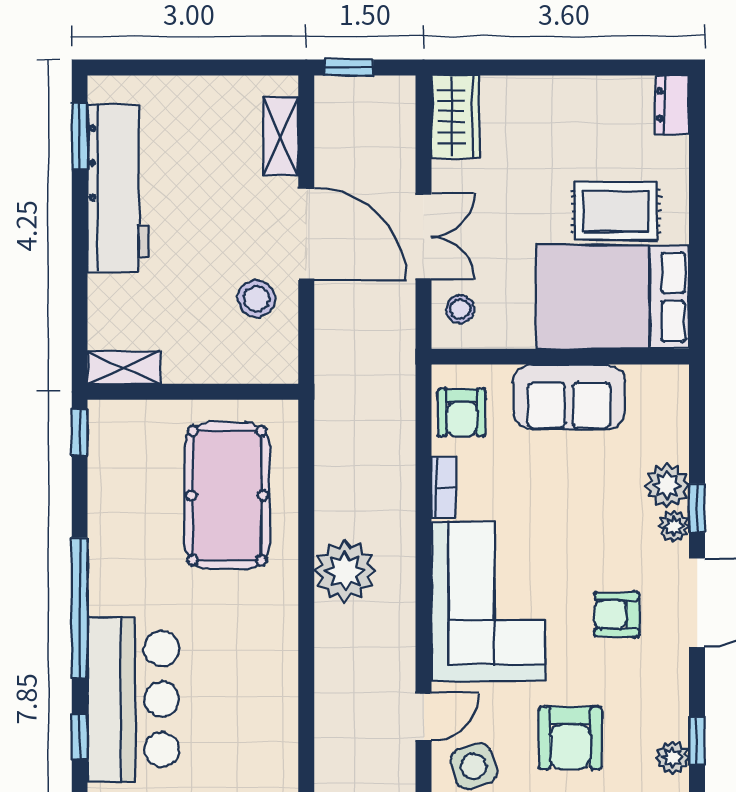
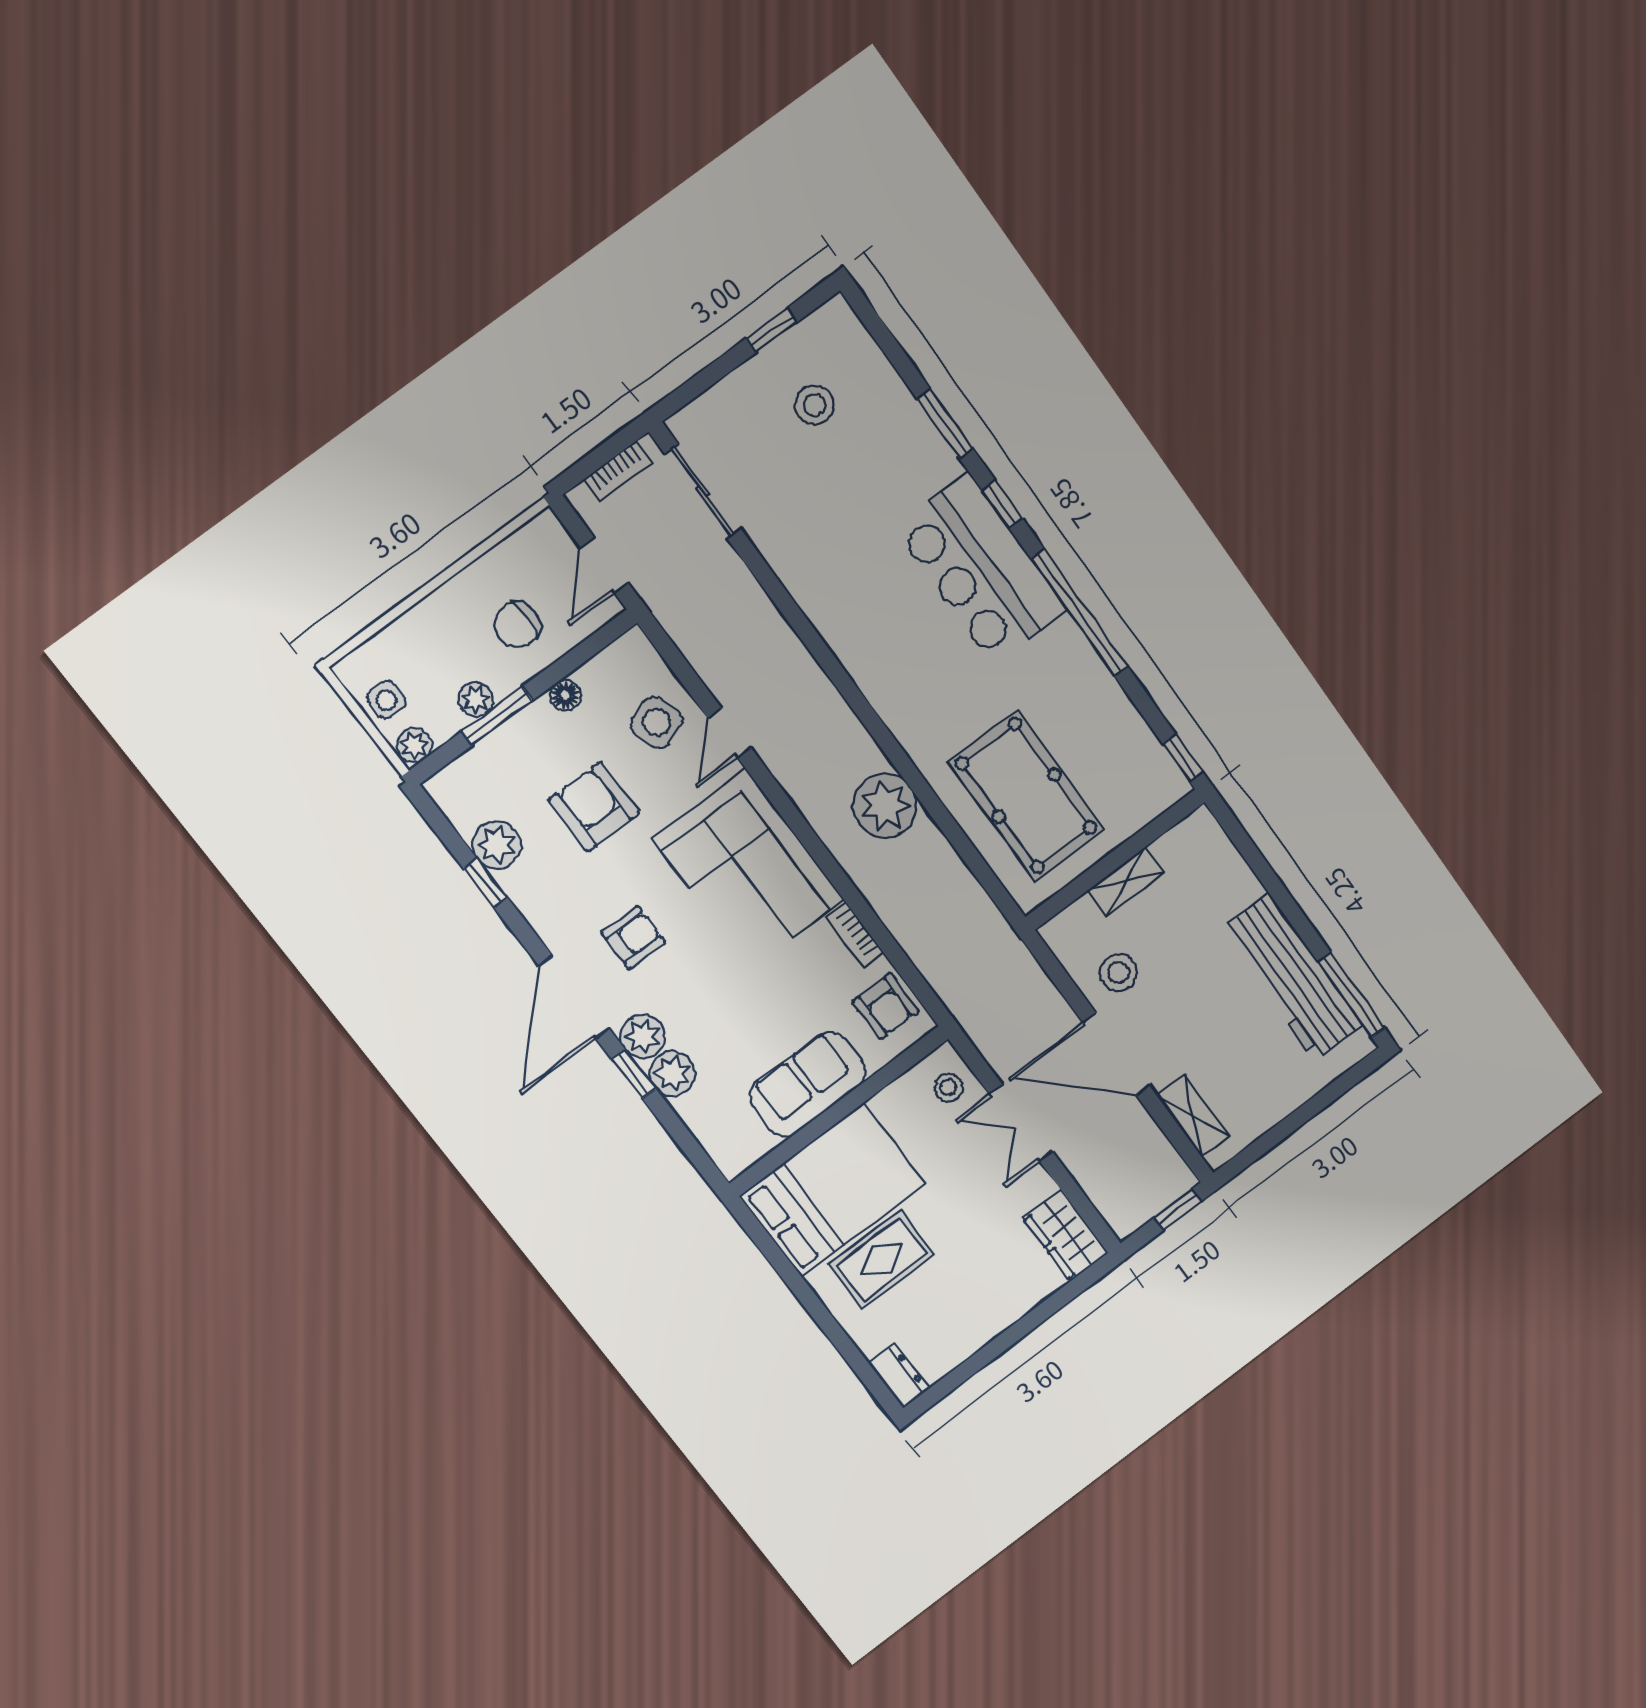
window: (80, 136) -> (1351, 995), width x1.44
shelving: (124, 368) -> (1126, 882), moved
armchair: (462, 412) -> (885, 1006), turned 180
plant: (674, 526) -> (643, 1037), width x1.38, depth x1.38
plant: (673, 758) -> (497, 845), width x1.38, depth x1.38

